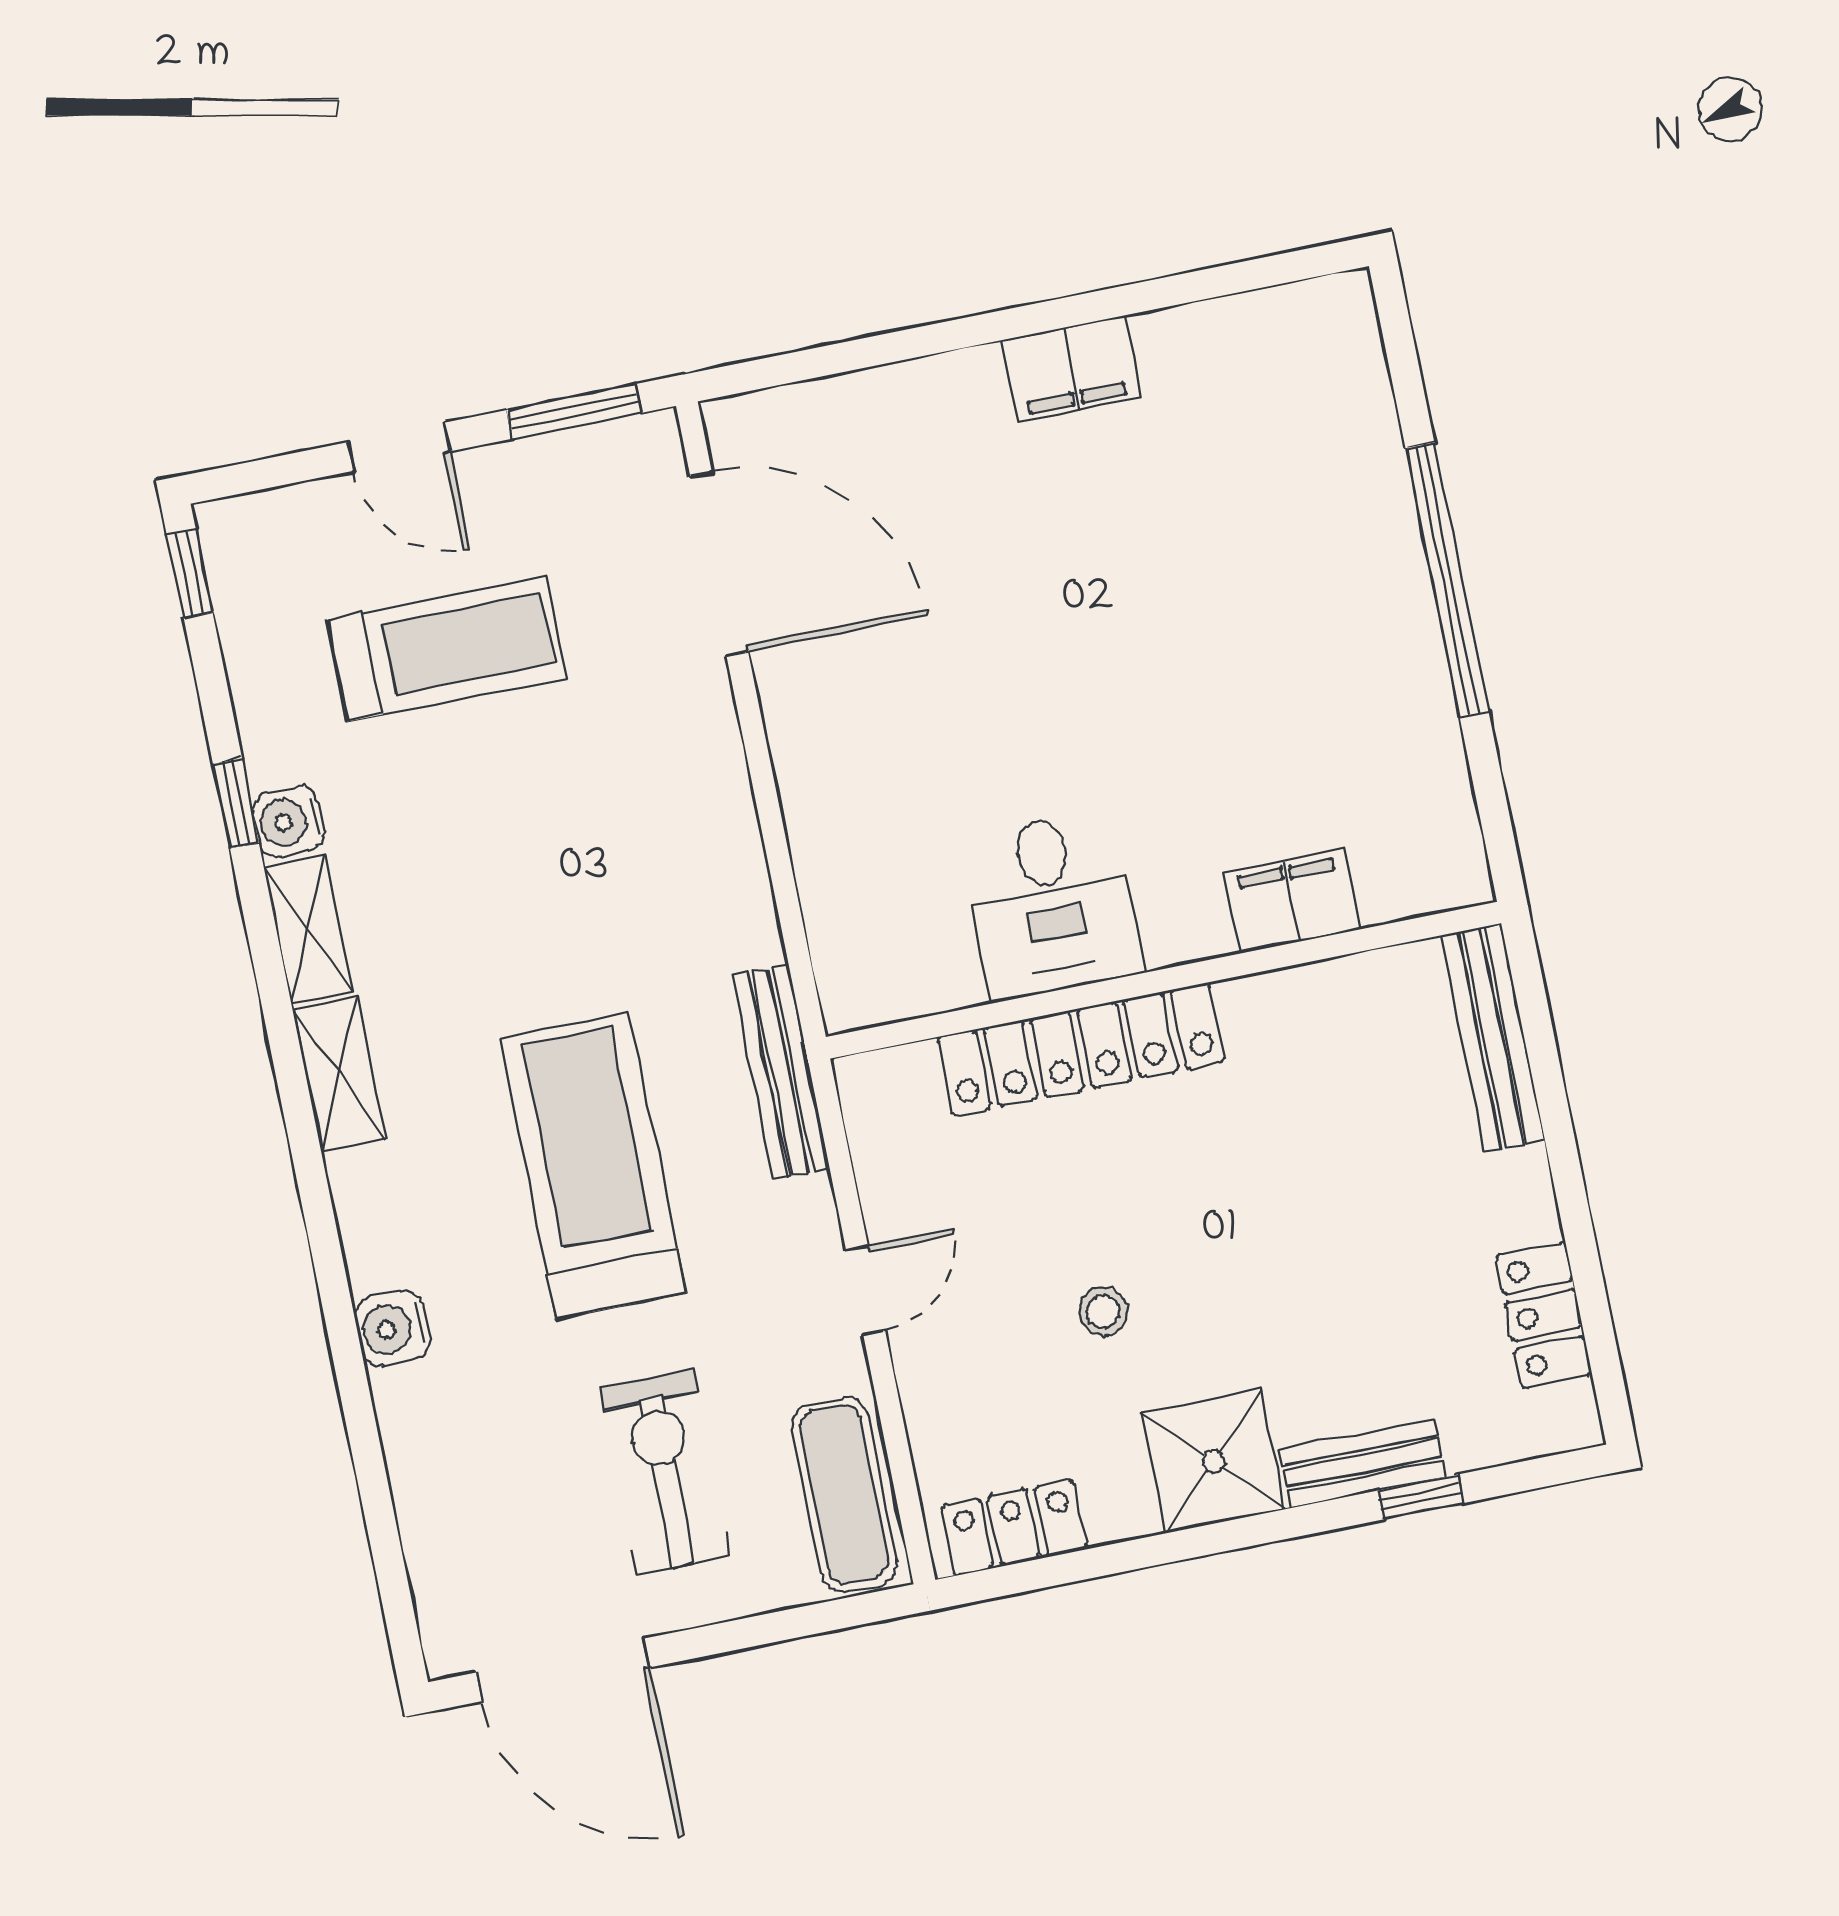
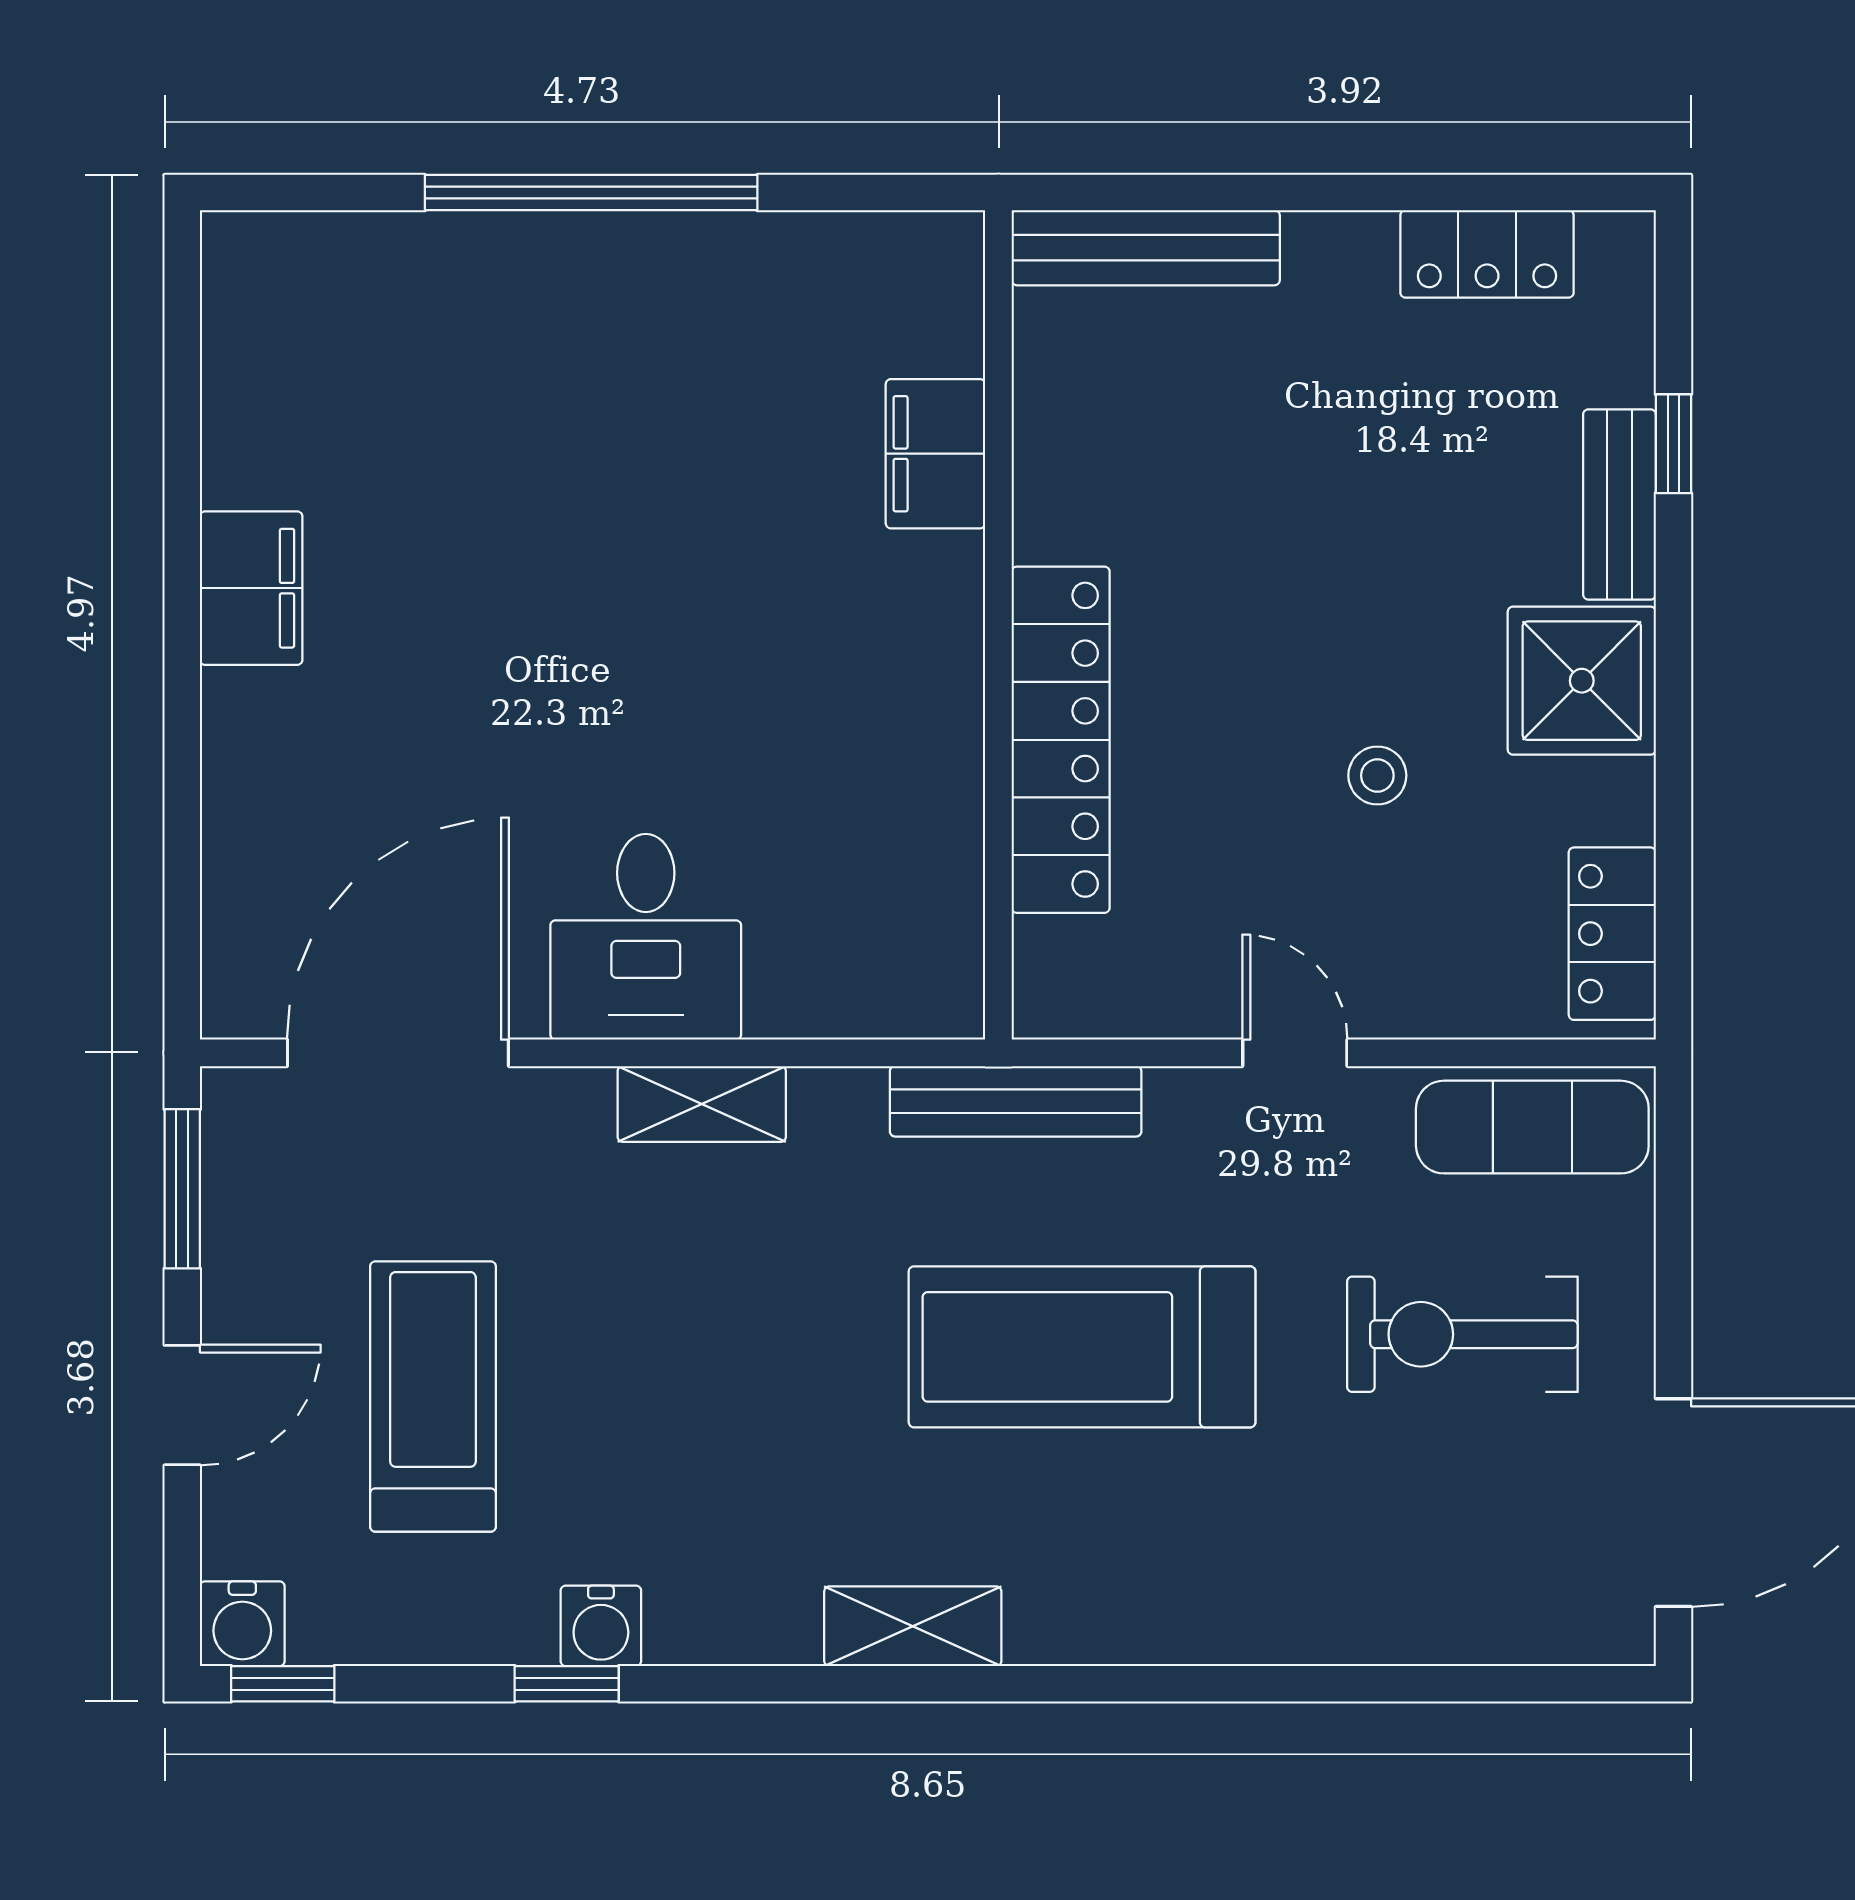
desk: (1052, 905) -> (646, 937), moved, turned 90
shelving: (308, 929) -> (702, 1104), moved
water cooler: (392, 1328) -> (242, 1624), moved

